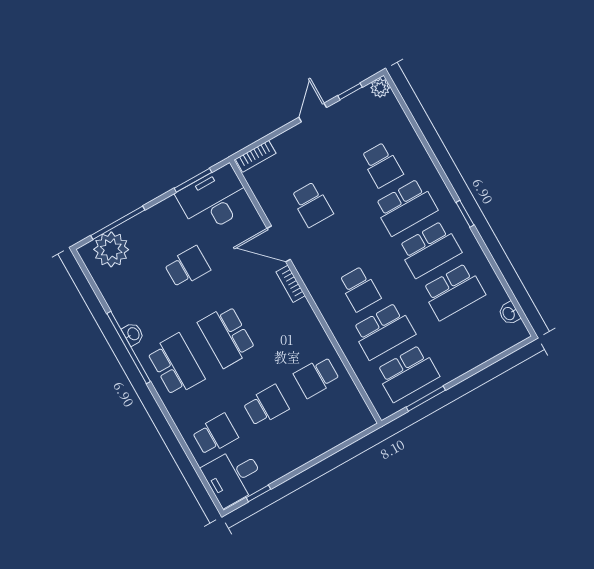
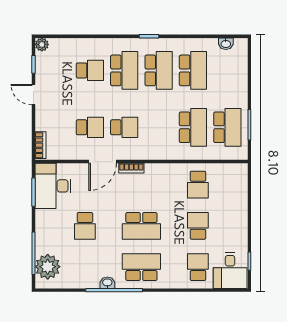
school desk: (187, 267) -> (85, 226), turned 180
school desk: (360, 289) -> (124, 127), moved

